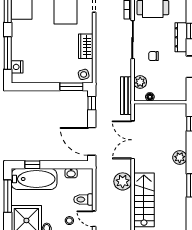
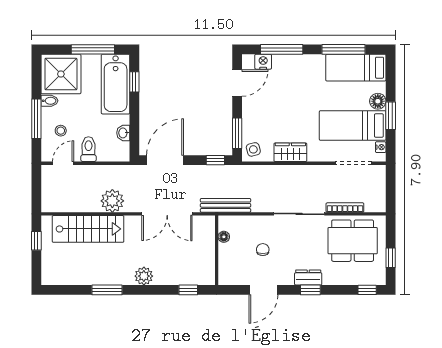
dresser: (181, 37) -> (308, 277), width x0.70
chair: (154, 56) -> (263, 250), moved
plant: (140, 82) -> (243, 224), removed
door: (33, 87) -> (237, 83), added
double door: (133, 140) -> (167, 214), swing flipped

